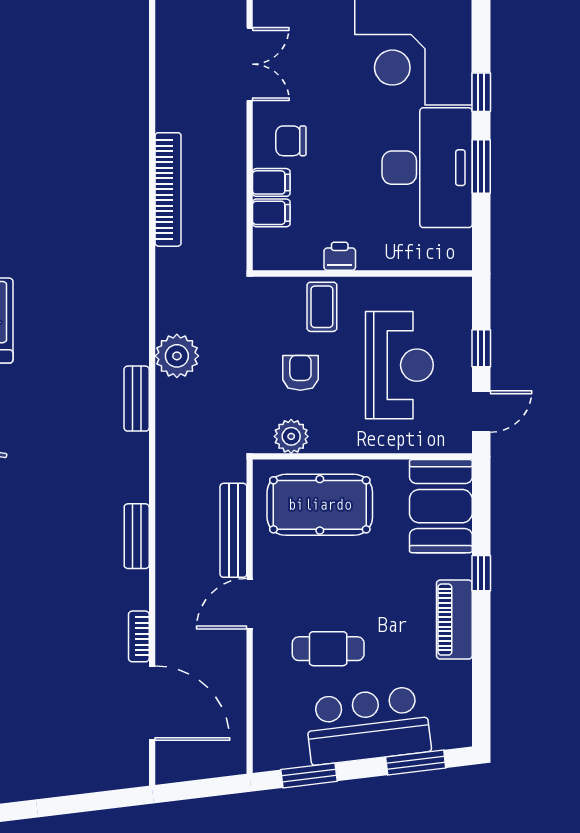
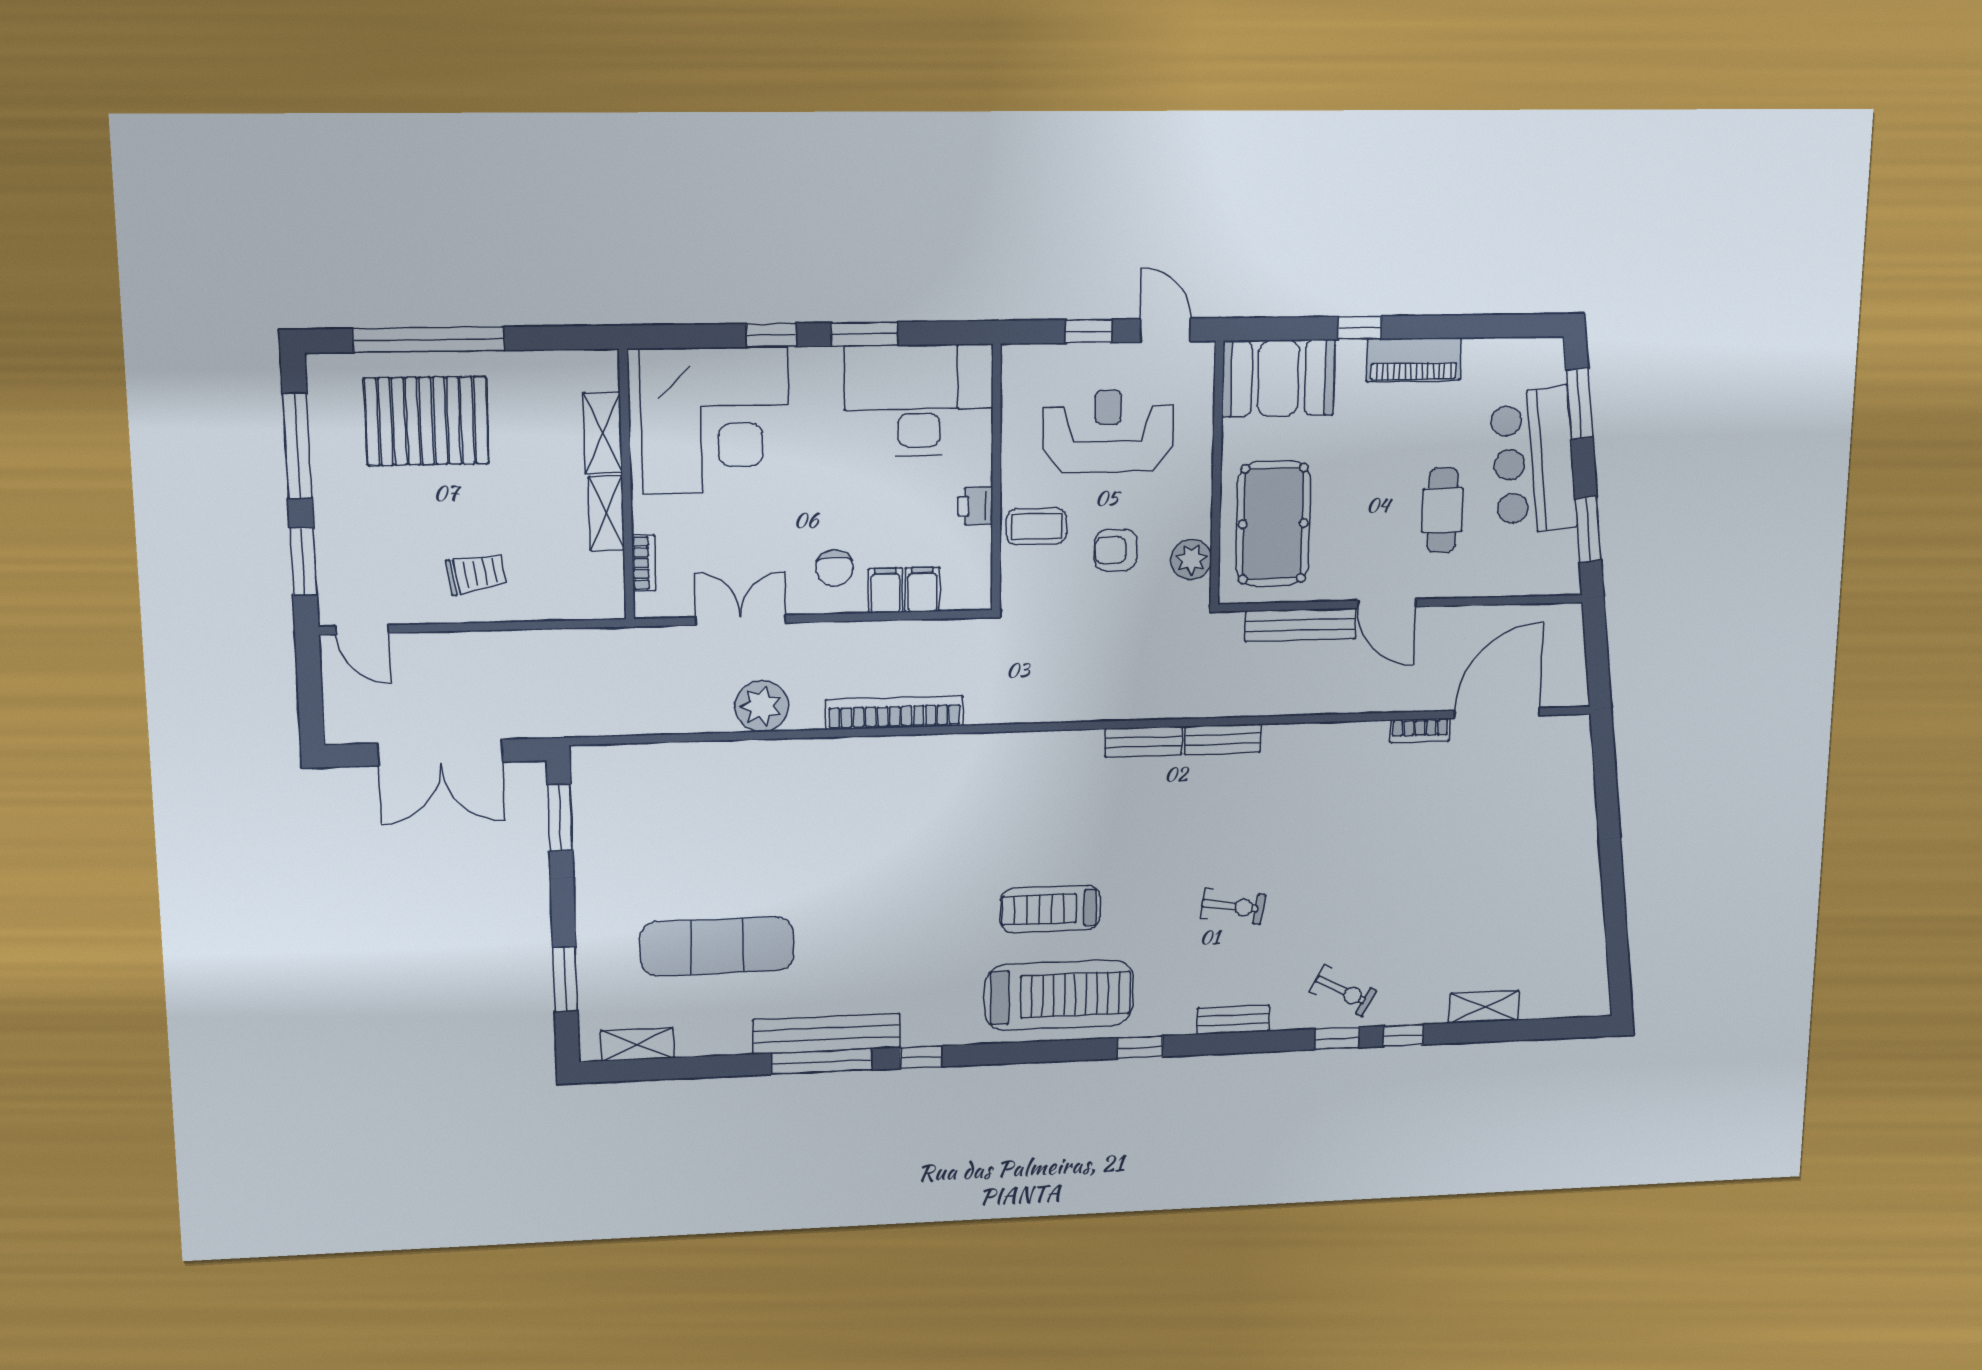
desk: (427, 168) -> (919, 400), moved
plant: (177, 356) -> (762, 706), moved
bench: (137, 536) -> (1223, 739), moved

